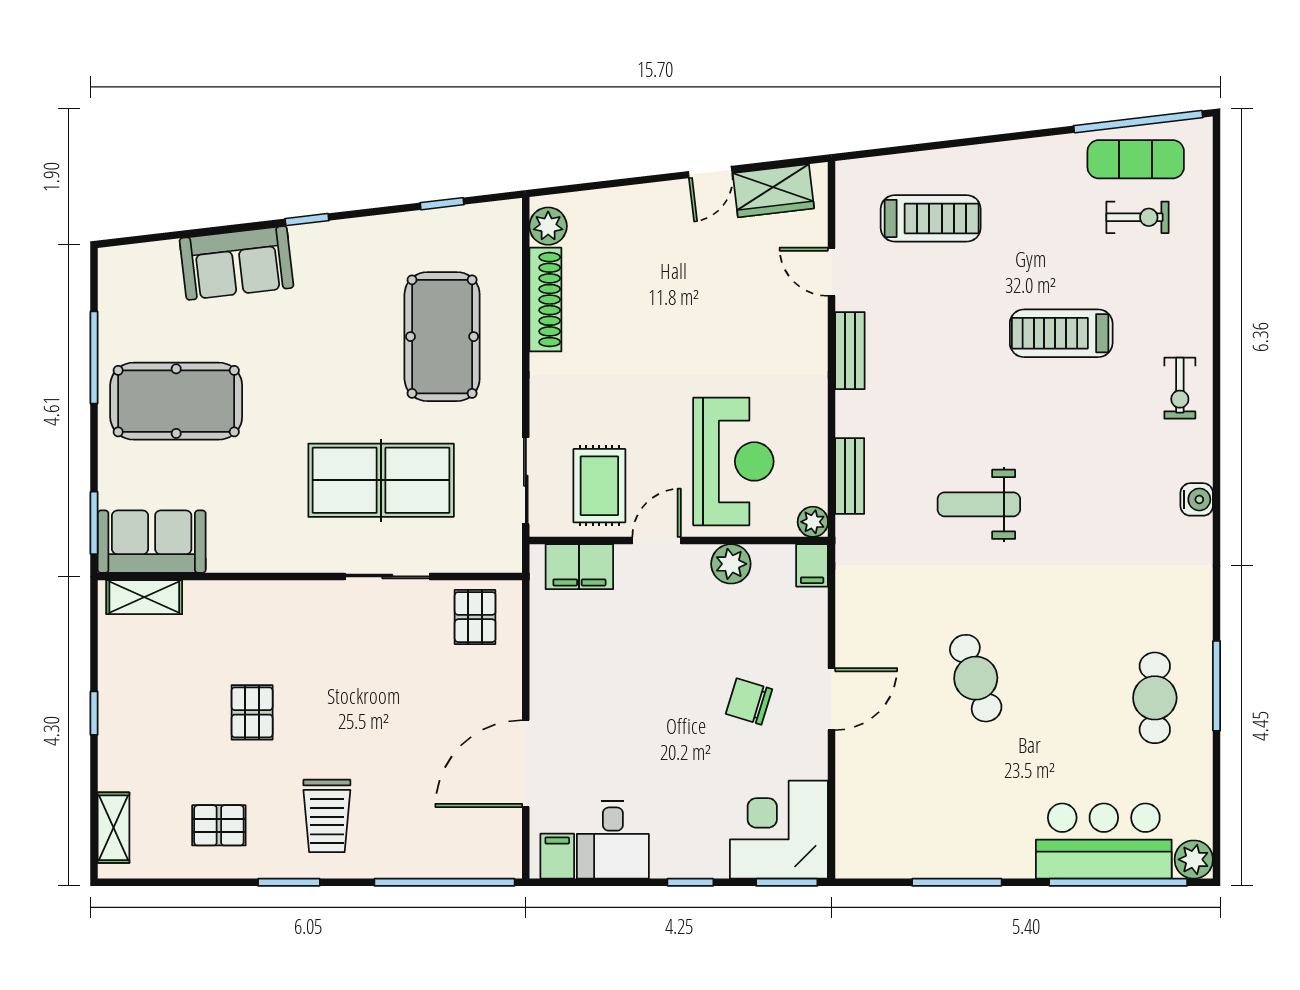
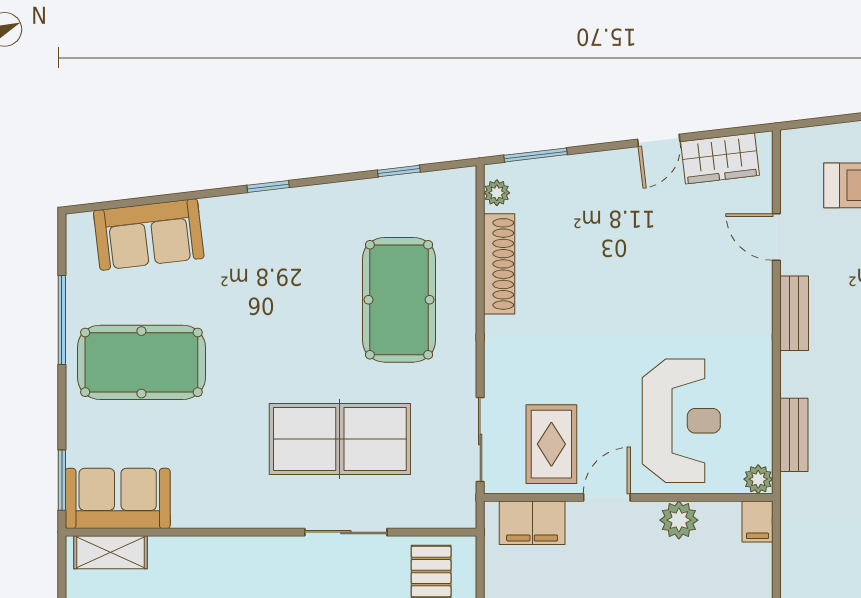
window: (583, 187) -> (535, 155), added
plant: (548, 226) -> (497, 193), width x0.73, depth x0.73
sofa: (237, 263) -> (149, 234), moved

